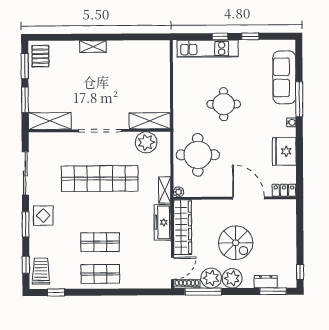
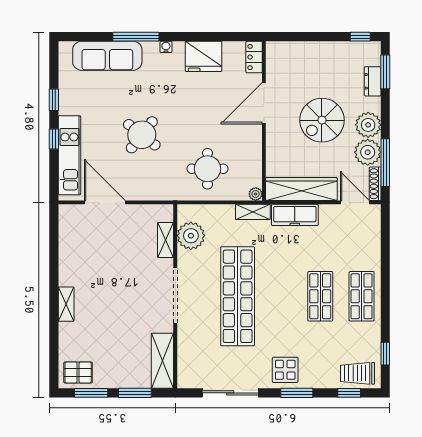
door: (171, 76) -> (105, 202), added
round table: (224, 104) -> (142, 135), turned 38
shelving: (150, 121) -> (166, 240), width x0.67, depth x0.75
round table: (198, 155) -> (208, 169), width x0.73, depth x0.73
spiral stairs: (236, 243) -> (322, 120), turned 180

